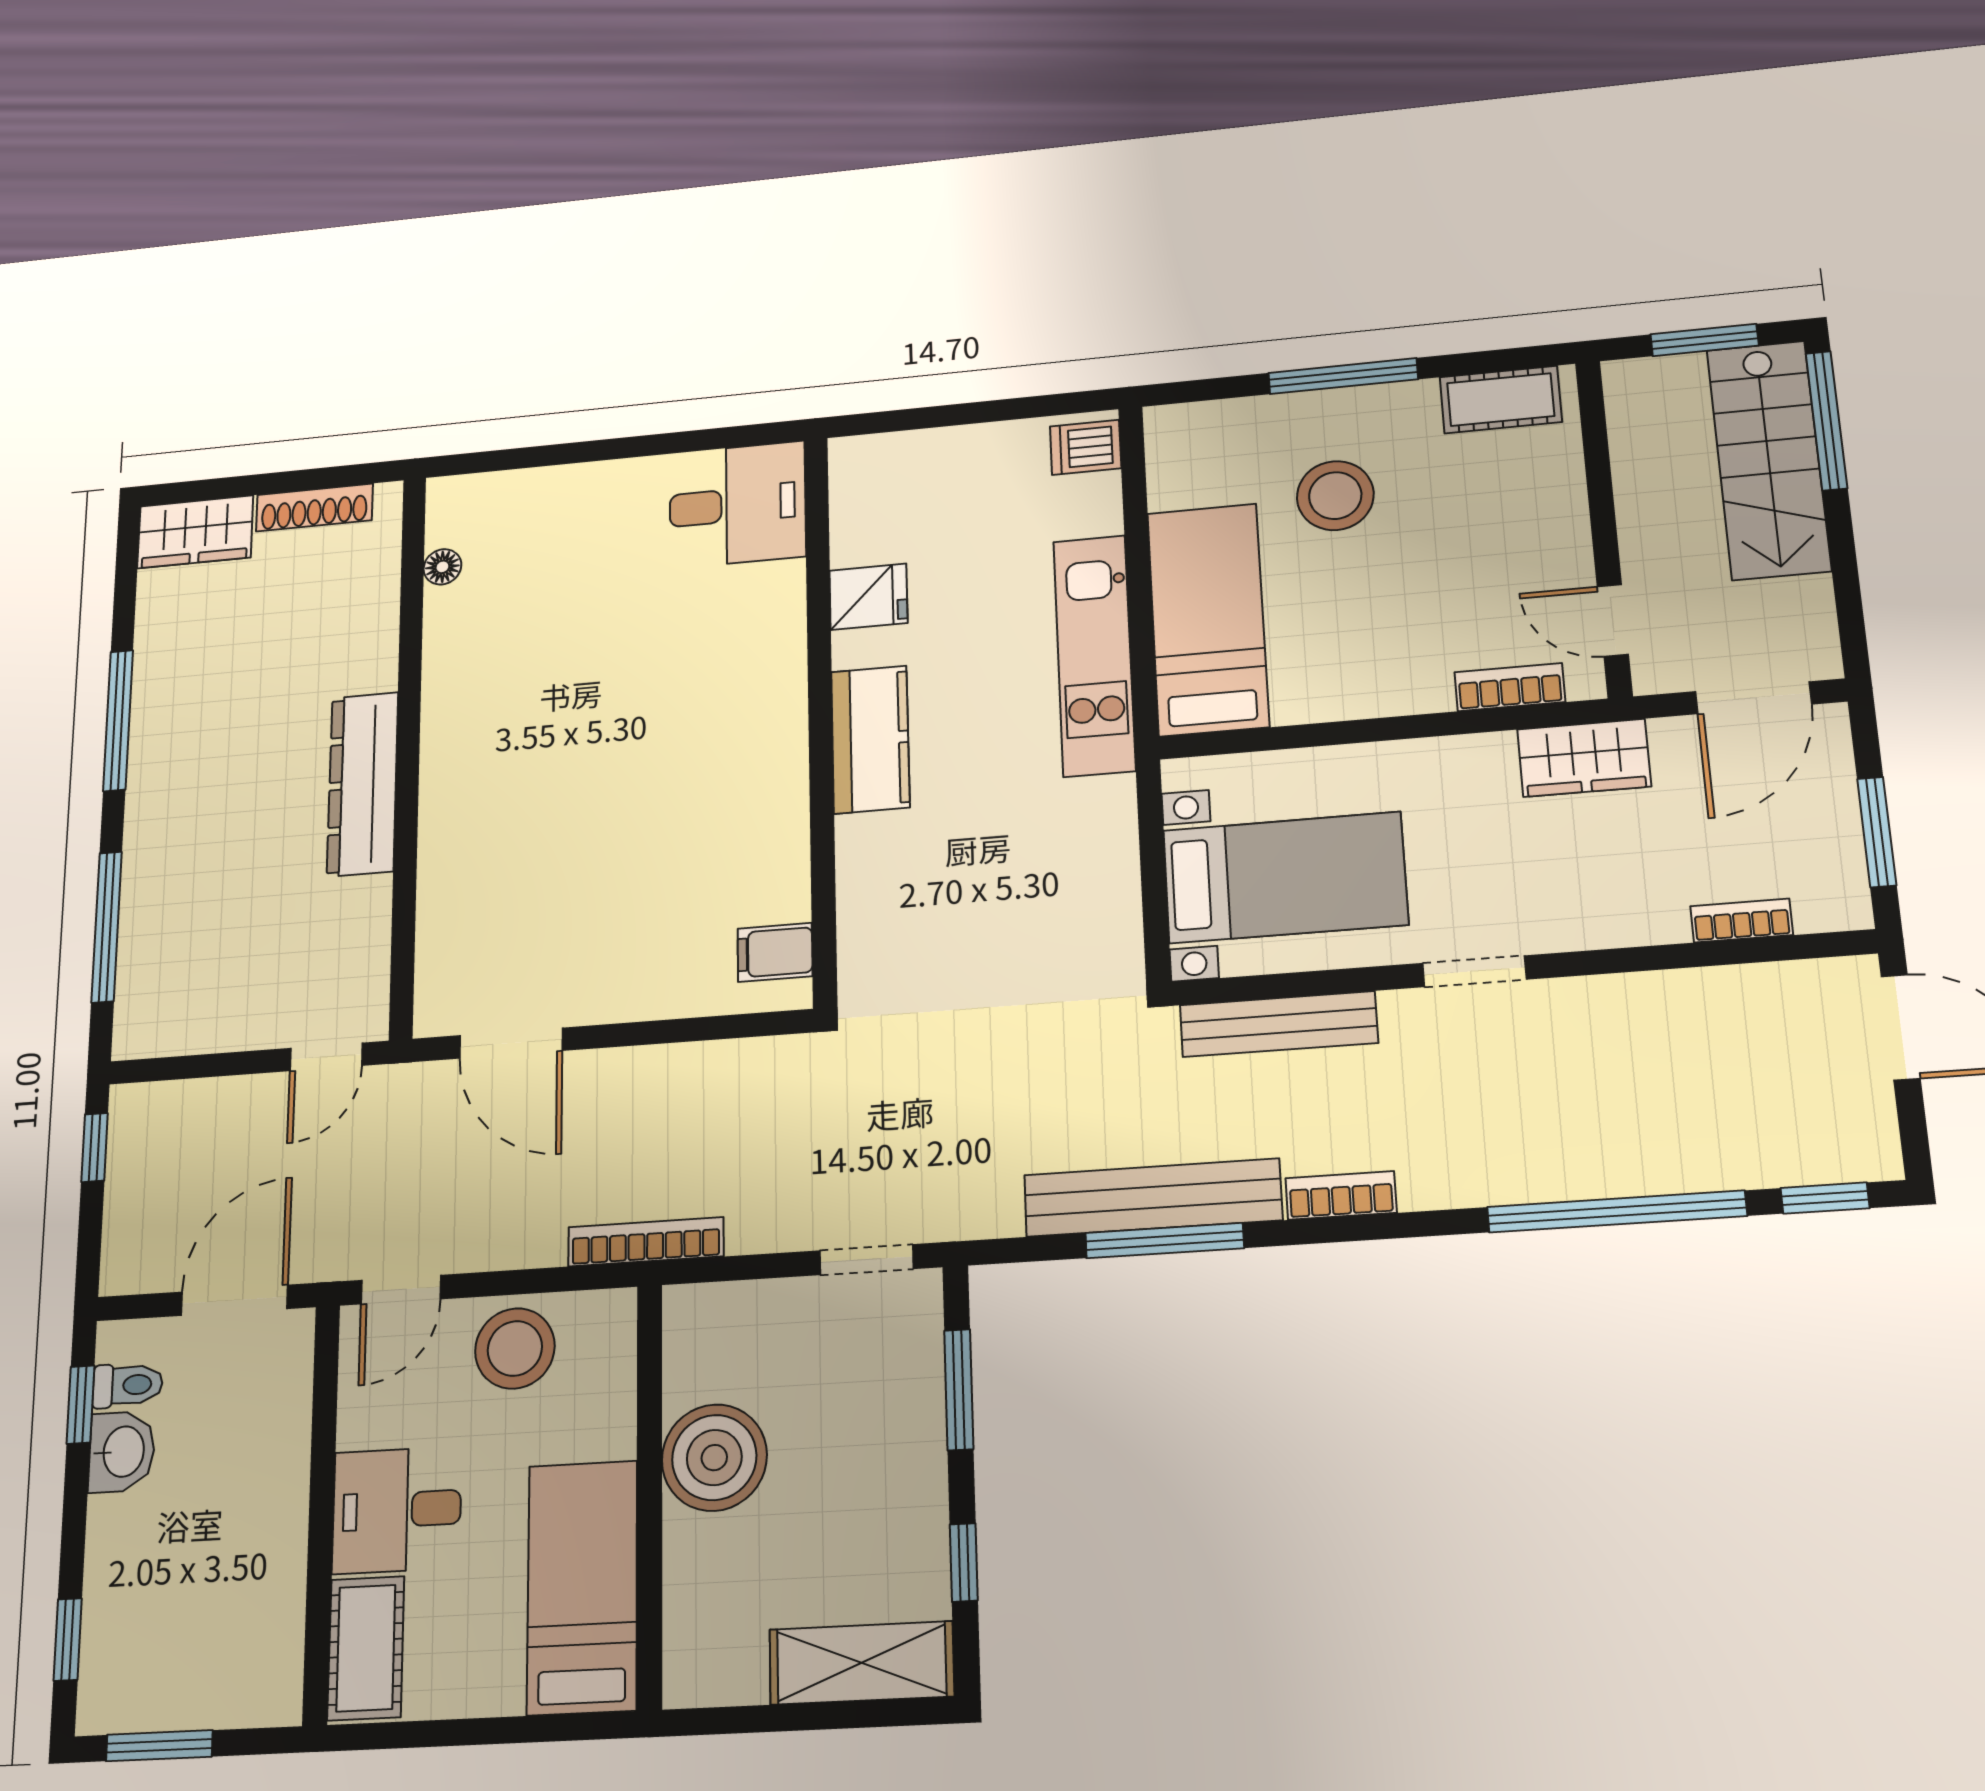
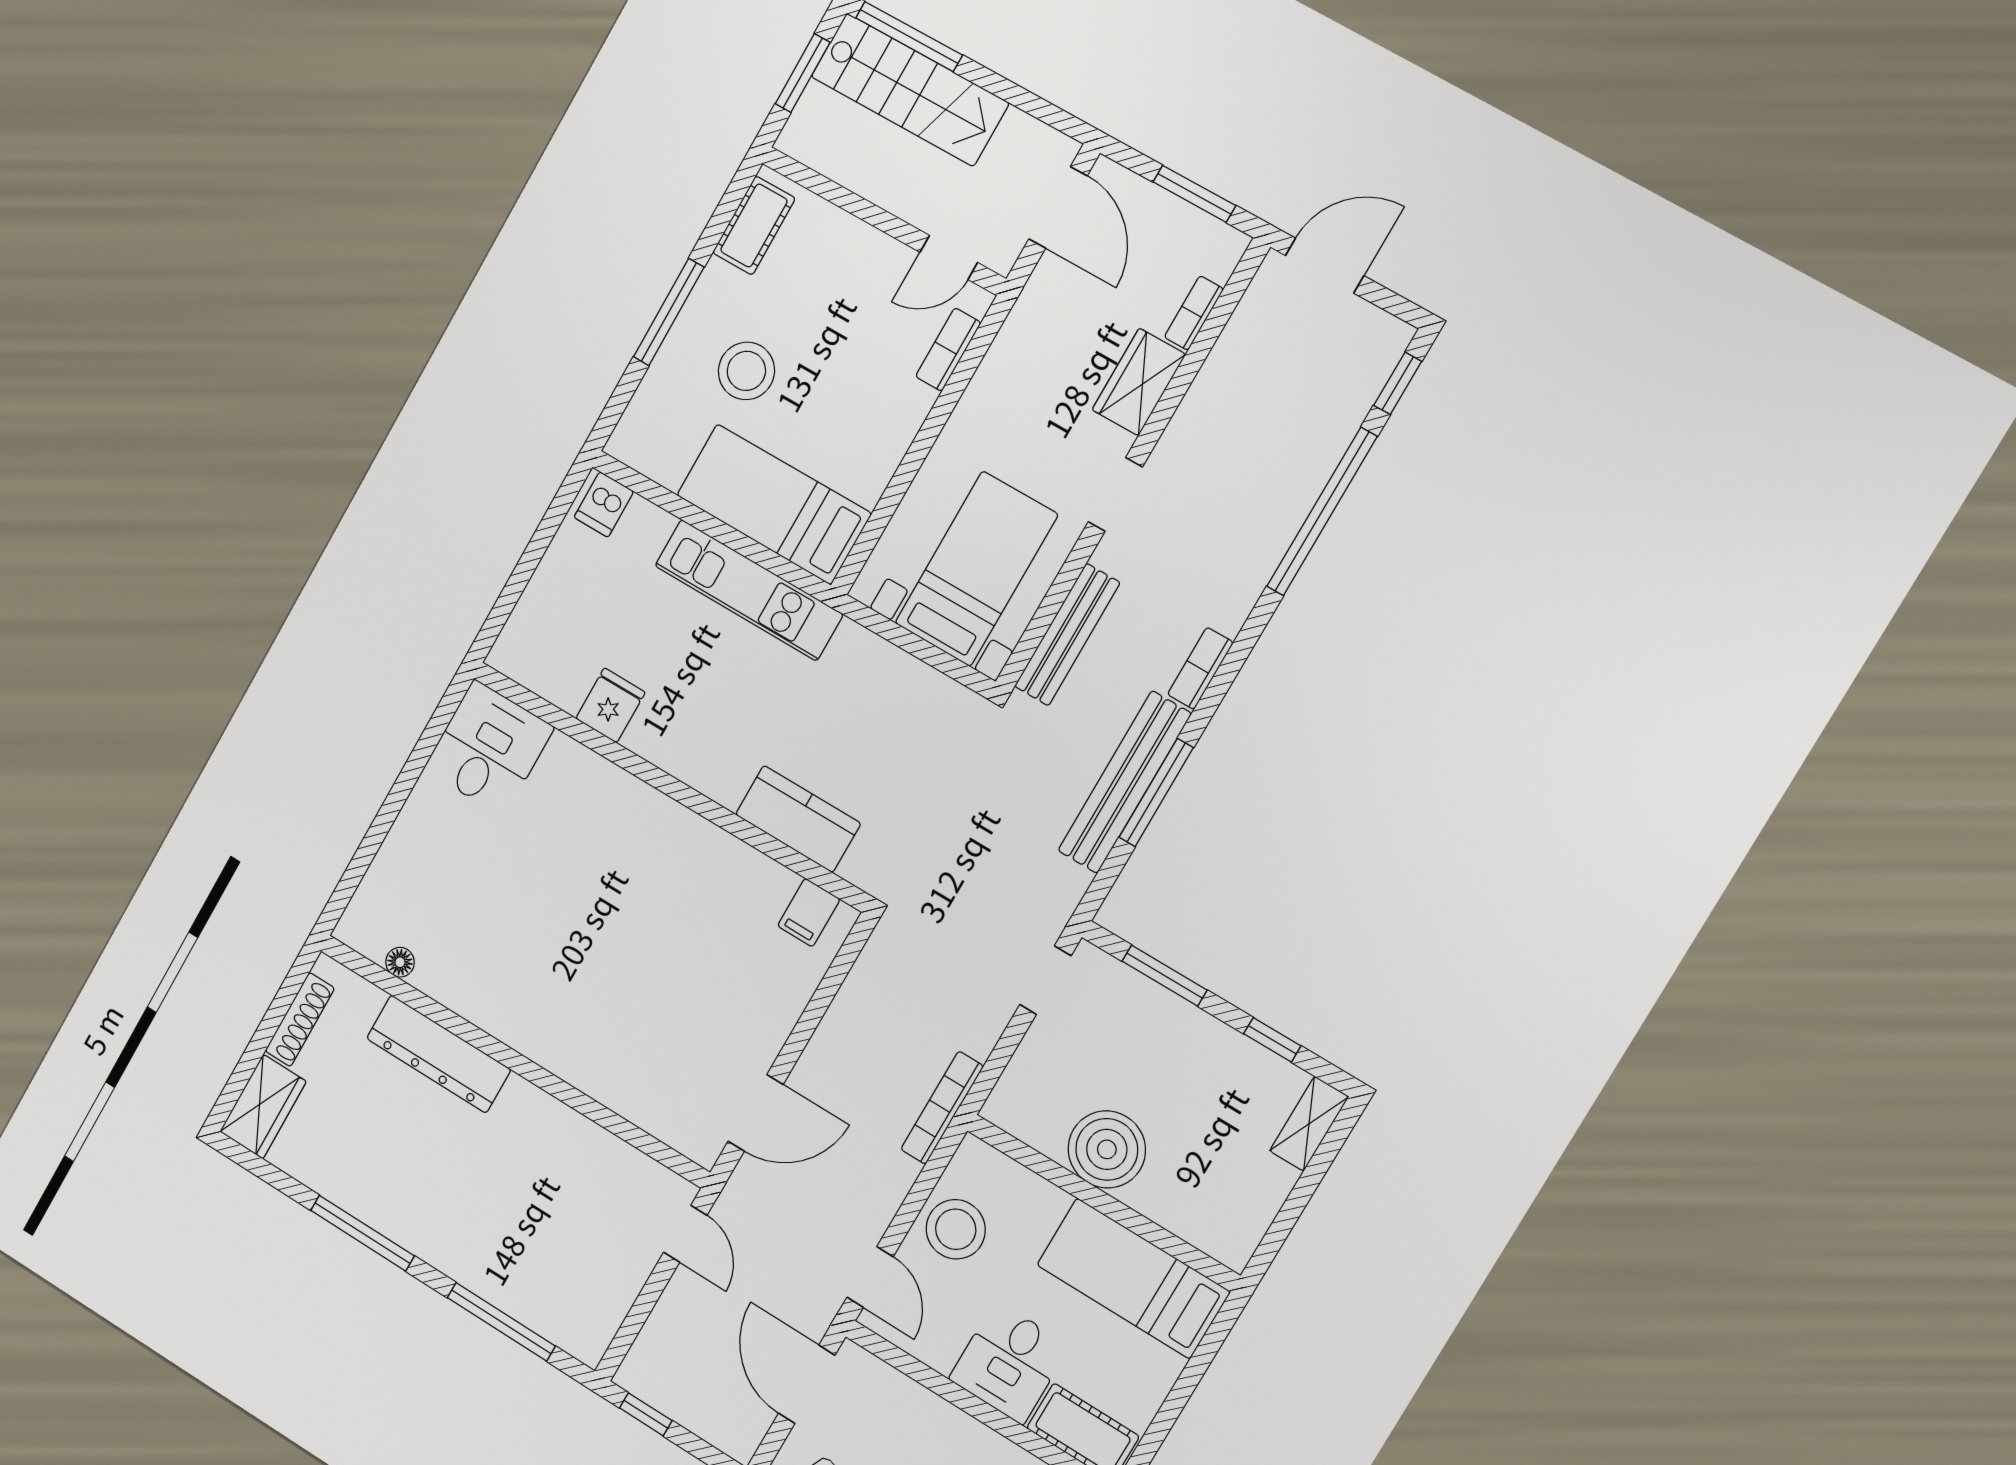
kitchen counter: (870, 739) -> (798, 819), moved
wardrobe: (1584, 758) -> (1139, 382), moved, turned 180
dresser: (363, 784) -> (439, 1054), moved
shelving: (861, 1663) -> (1309, 1124), width x0.67, depth x0.75

